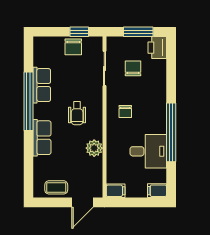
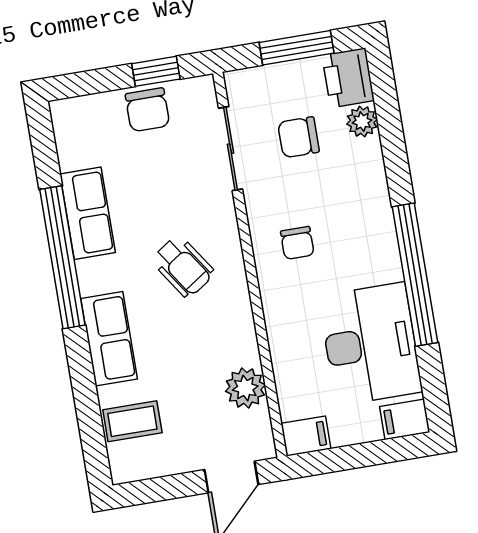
plant: (160, 66) -> (362, 122), added
chair: (133, 68) -> (298, 137), turned -90
wheelchair: (77, 113) -> (183, 267), turned -34
plant: (94, 148) -> (245, 388), moved
desk: (148, 151) -> (370, 344), width x1.37
coffee table: (56, 187) -> (132, 421), moved

